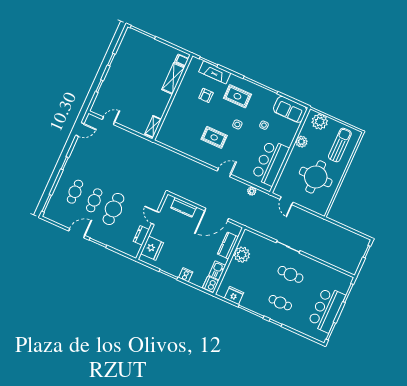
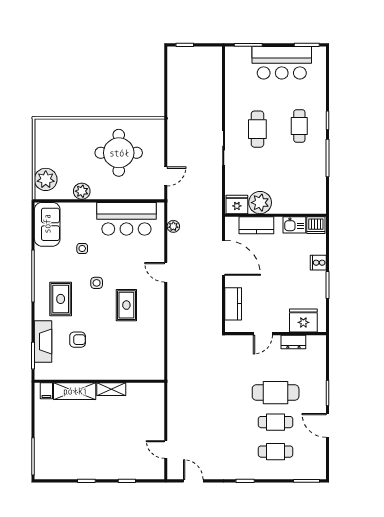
shelving: (153, 127) -> (111, 389), moved
sun lounger: (340, 145) -> (64, 140), removed
fridge: (234, 295) -> (237, 204), moved, turned 90

